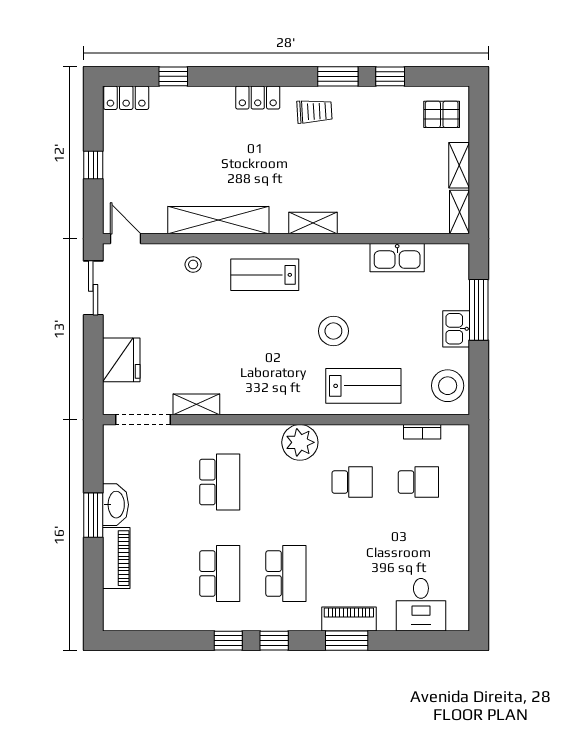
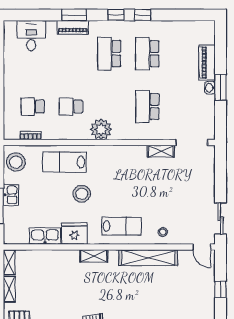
fridge: (121, 360) -> (74, 234), moved, turned 90
washbasin: (115, 505) -> (210, 88), width x0.52, depth x0.69

